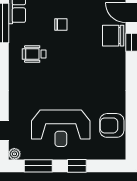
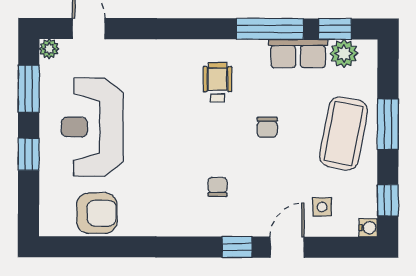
chair: (113, 36) -> (217, 187), moved, width x0.54, depth x0.54
armchair: (112, 125) -> (97, 213), turned 90

